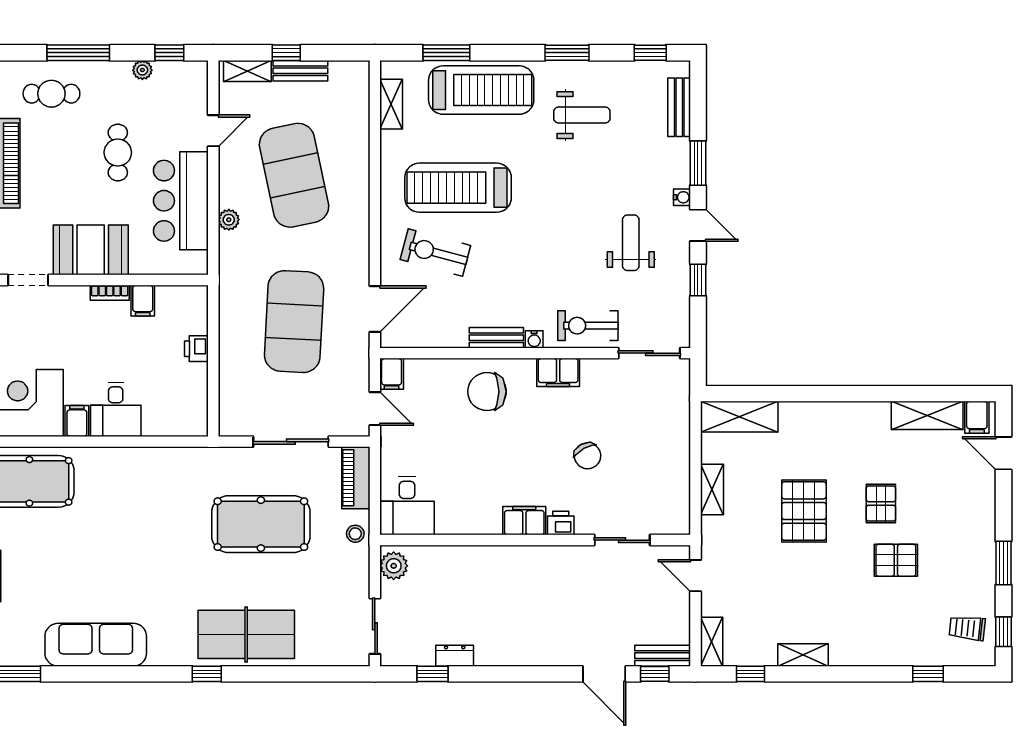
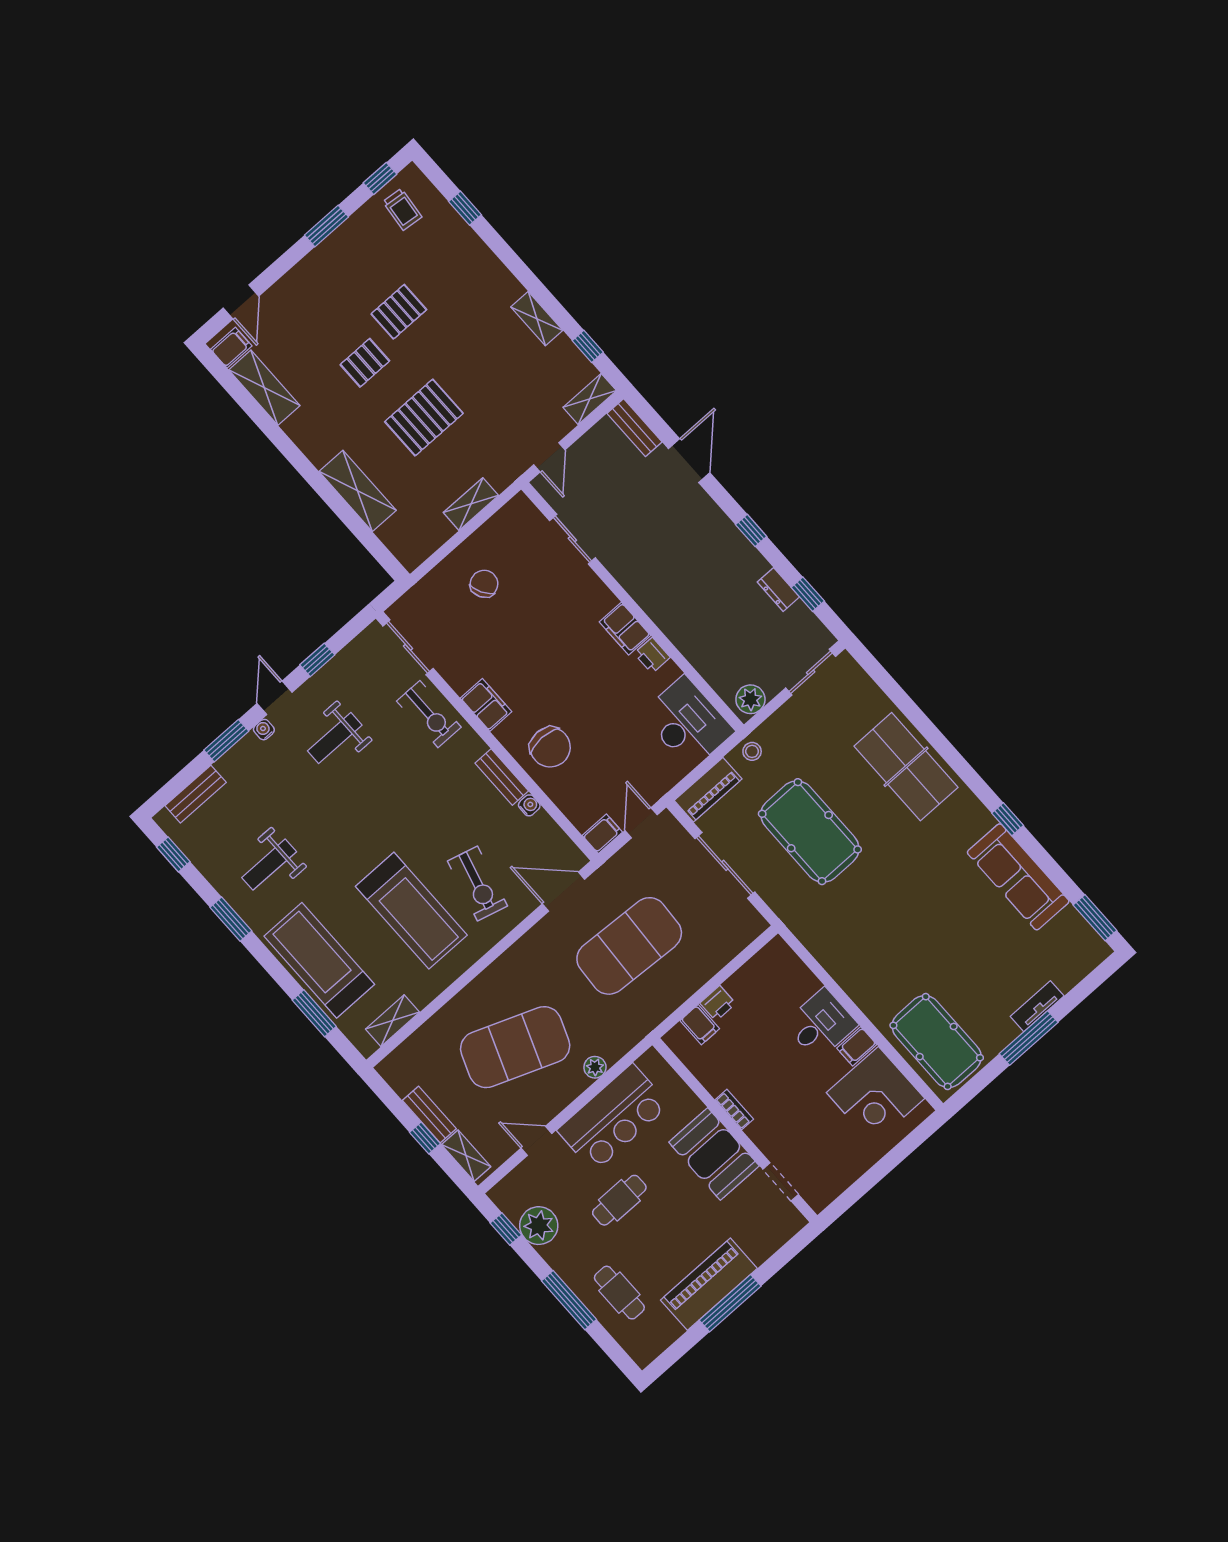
plant: (142, 70) -> (539, 1226), width x1.88, depth x1.88
weight bench: (582, 115) -> (269, 865), turned -90
exercise mat: (294, 175) -> (515, 1047), turned 33
filing cabinet: (143, 301) -> (700, 1025), moved, turned 90
water cooler: (534, 339) -> (529, 805), moved
shelving: (739, 417) -> (358, 491), moved
chair: (588, 456) -> (484, 584), moved
desk: (407, 506) -> (687, 723), width x1.37
printer: (561, 523) -> (652, 655), moved
pallet: (896, 560) -> (399, 312), turned 90
window: (207, 674) -> (1008, 819), moved
window: (655, 674) -> (751, 530), moved

